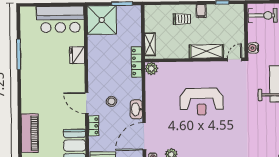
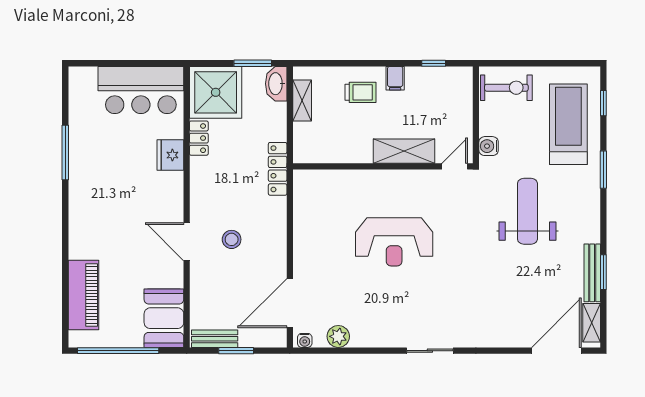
shelving: (150, 44) -> (302, 101), moved
plant: (151, 69) -> (304, 181), removed
washbasin: (136, 109) -> (276, 84), moved
locker: (94, 126) -> (199, 138), moved

